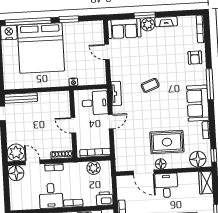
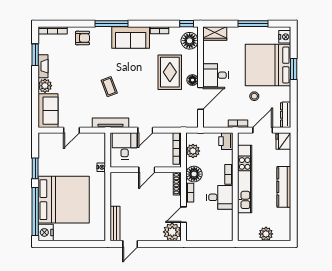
window: (145, 15) -> (35, 55), moved
tv unit: (116, 93) -> (111, 123), width x1.41
door: (111, 122) -> (145, 130), swing flipped
floor lamp: (16, 173) -> (194, 174), moved

